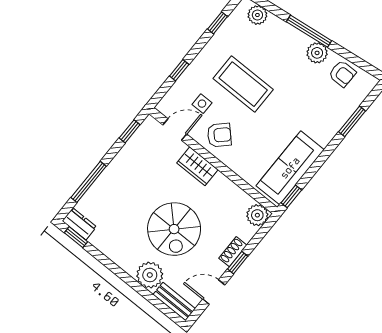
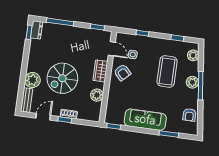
plant: (317, 53) -> (192, 82), moved
coffee table: (243, 84) -> (167, 72), moved
sofa: (290, 168) -> (145, 120), moved
plant: (257, 215) -> (97, 95), moved
door: (214, 292) -> (43, 117), hinge flipped

